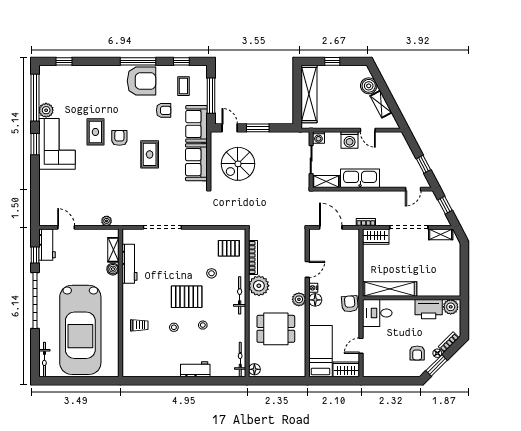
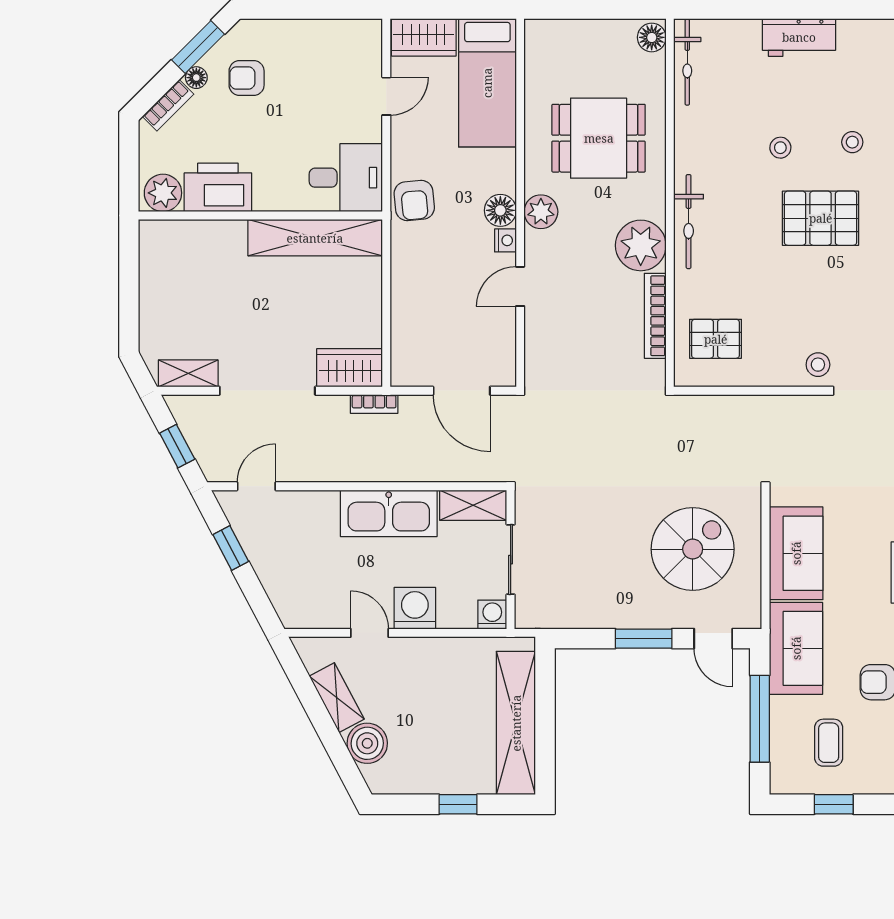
stool: (212, 273) -> (818, 365), moved
armchair: (417, 353) -> (247, 78), turned -90

